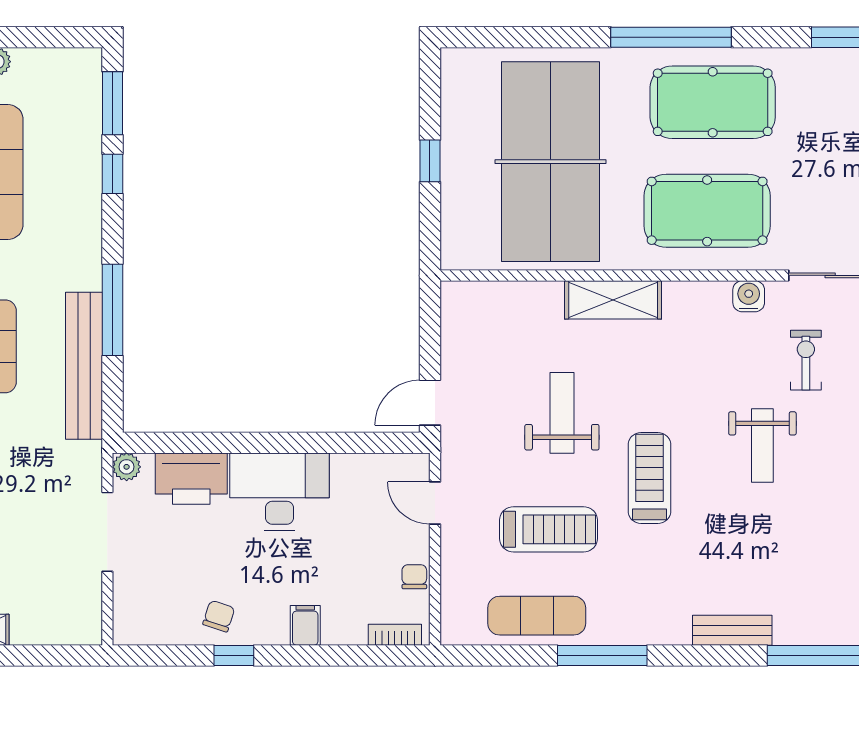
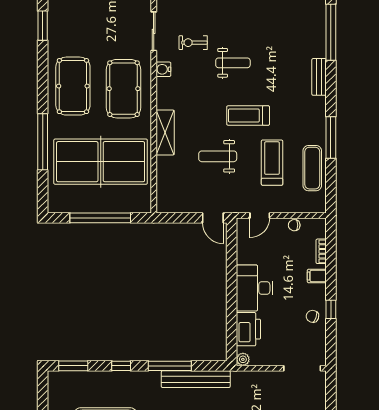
window: (671, 37) -> (43, 142), moved
window: (430, 161) -> (100, 218), width x3.17
window: (112, 174) -> (121, 366), moved
doorway: (107, 532) -> (302, 368), moved
bookcase: (395, 635) -> (321, 251), moved

